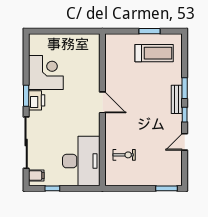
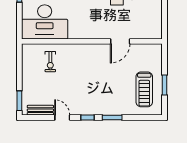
bench: (177, 99) -> (40, 110), moved
door: (102, 102) -> (120, 41), moved

